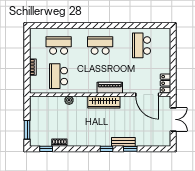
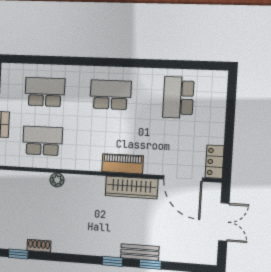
school desk: (59, 76) -> (43, 141), turned 90
wardrobe: (104, 102) -> (132, 187), moved

